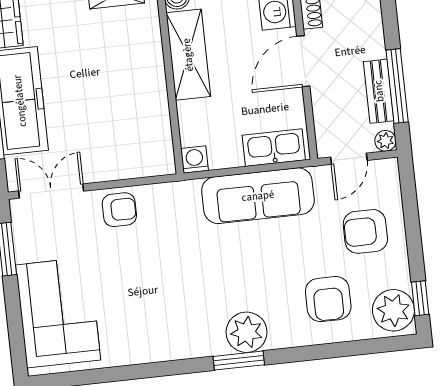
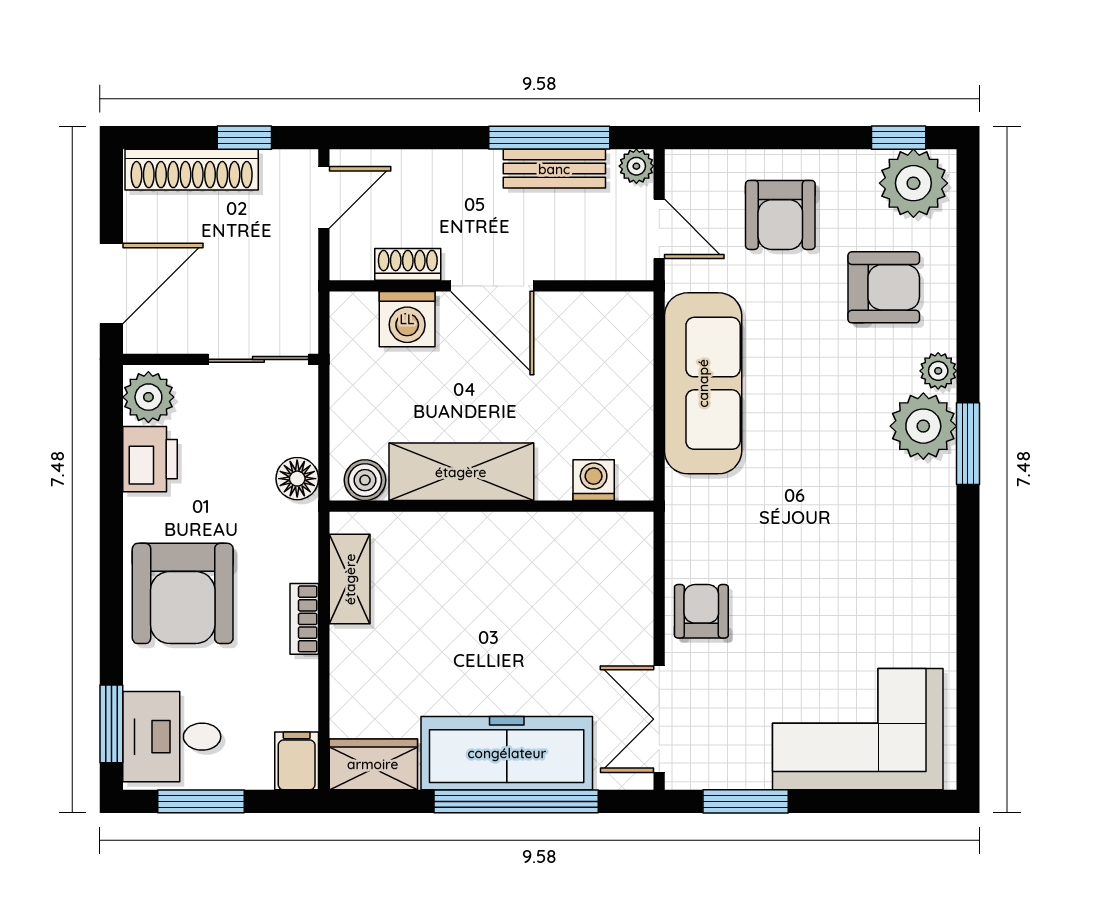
kitchen sink: (274, 148) -> (628, 349), removed
washing machine: (194, 159) -> (594, 480), moved, turned 90
plant: (281, 338) -> (938, 371), added

